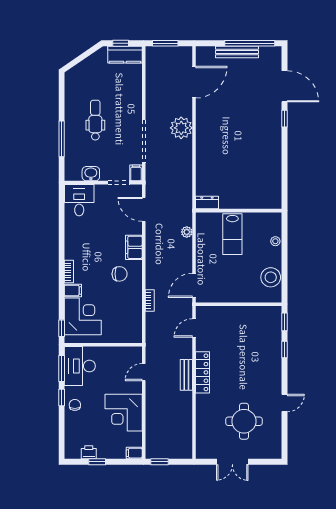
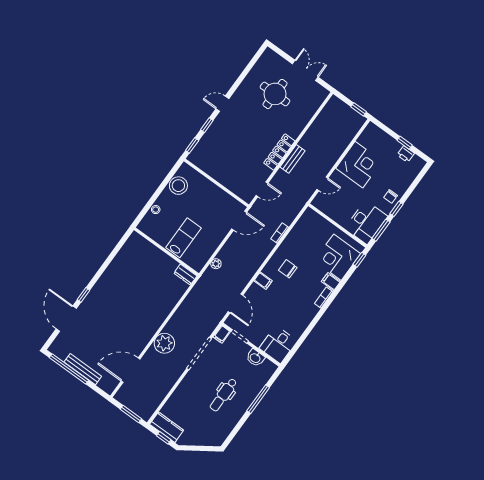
filing cabinet: (134, 247) -> (263, 281), width x0.50
door: (284, 403) -> (222, 104), moved
filing cabinet: (134, 453) -> (373, 129), removed

